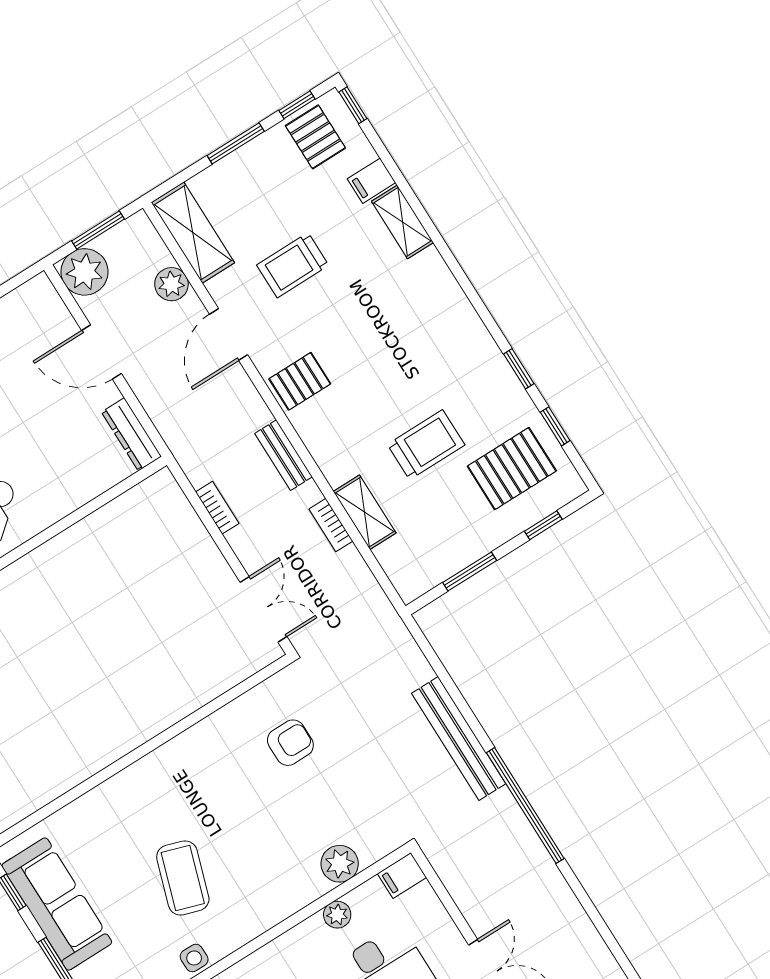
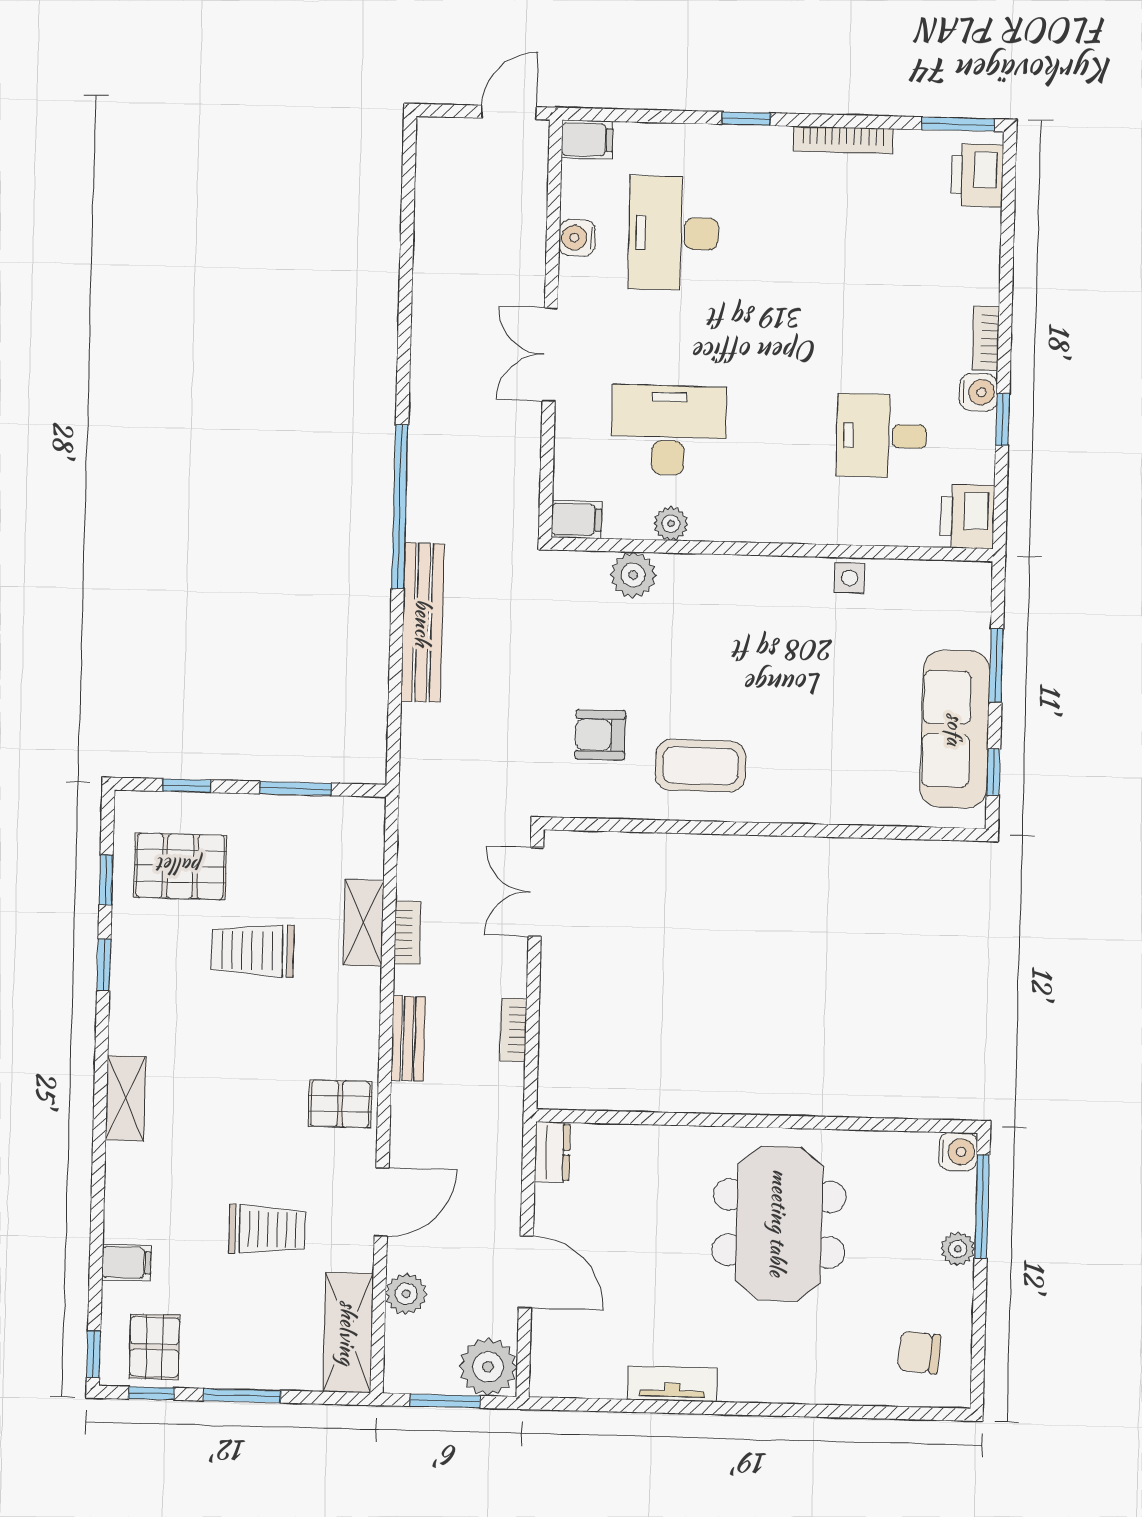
shelving: (402, 222) -> (126, 1098), moved
dresser: (131, 434) -> (552, 1152), width x0.70
coffee table: (183, 878) -> (701, 766), moved, turned 72

